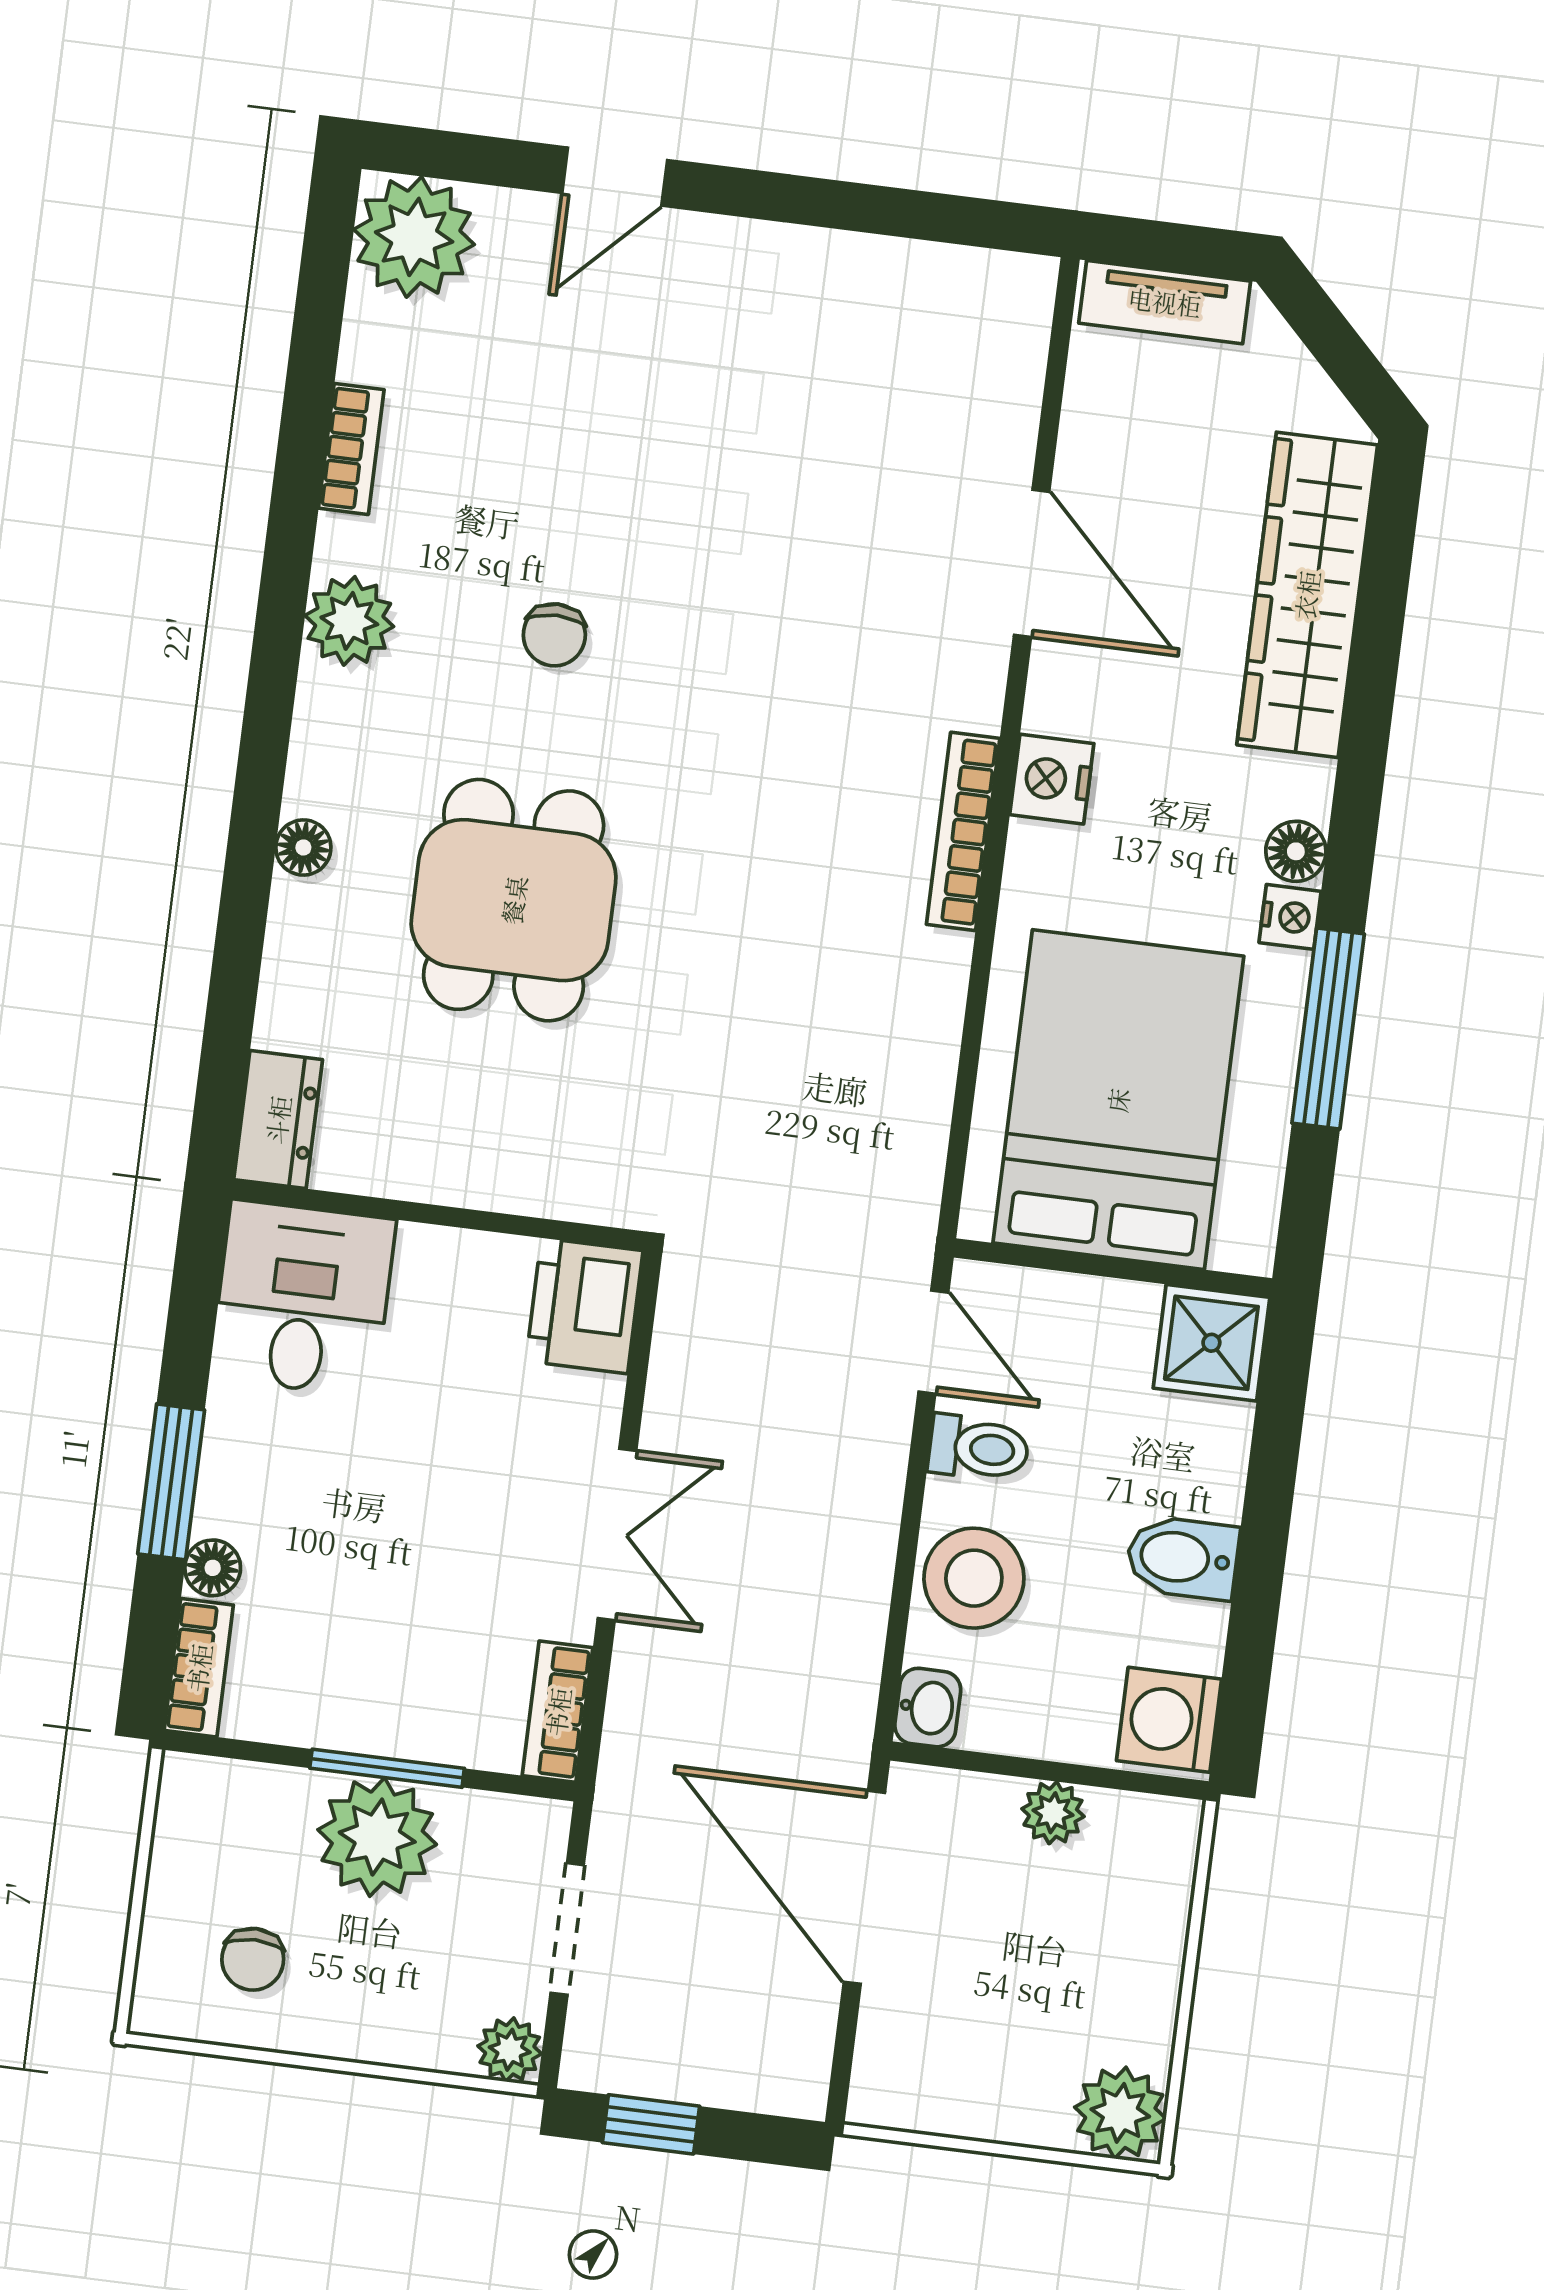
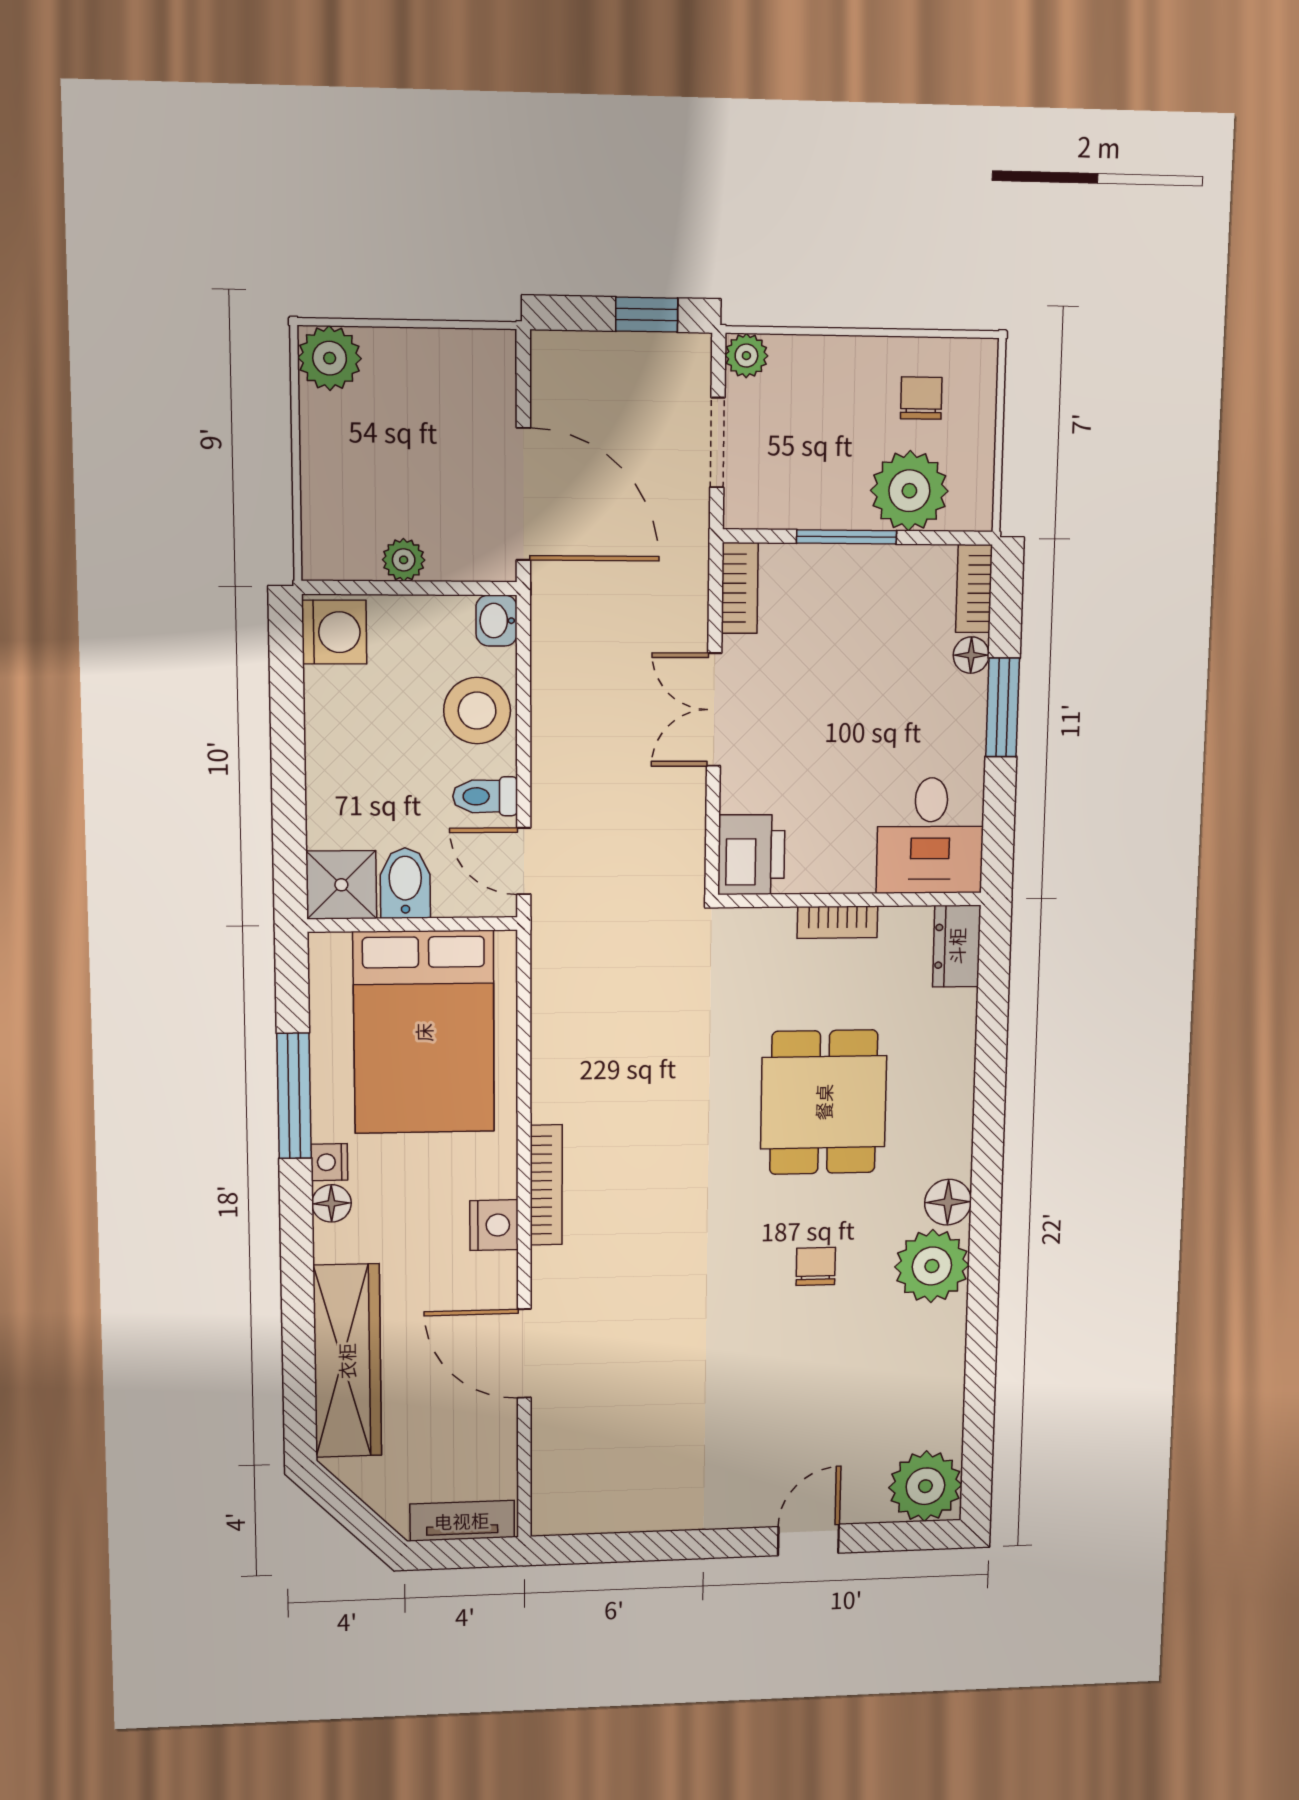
bookcase: (351, 449) -> (837, 922), moved, turned -90
plant: (349, 621) -> (932, 1266), width x1.36, depth x1.36
floor lamp: (303, 847) -> (948, 1202), moved, width x1.37, depth x1.37
bidet: (1182, 1558) -> (405, 883), moved, turned -90
plant: (377, 1837) -> (909, 491), moved

